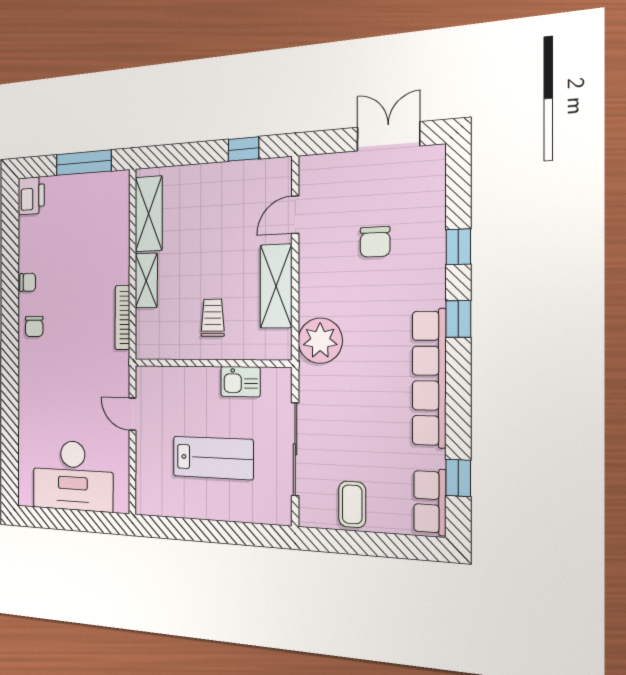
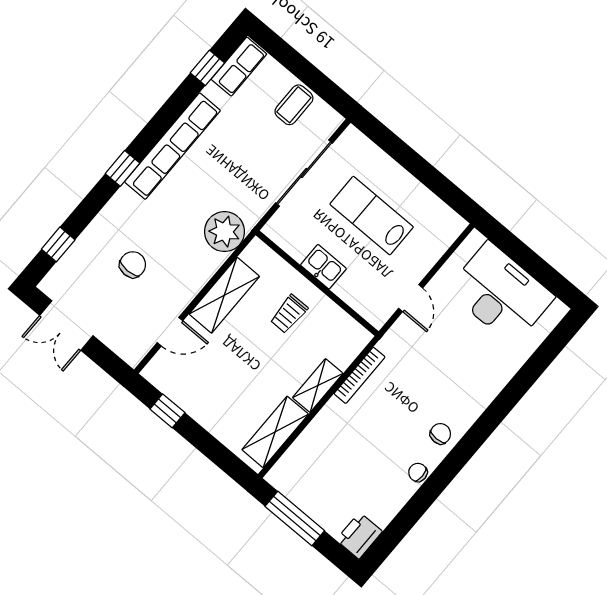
window: (458, 247) -> (58, 244), moved
kitchen sink: (240, 382) -> (323, 267), moved

